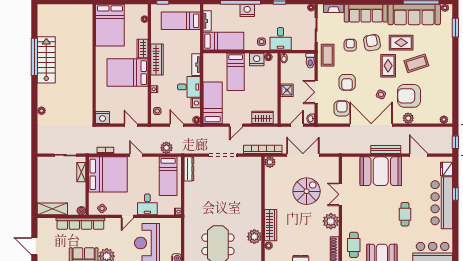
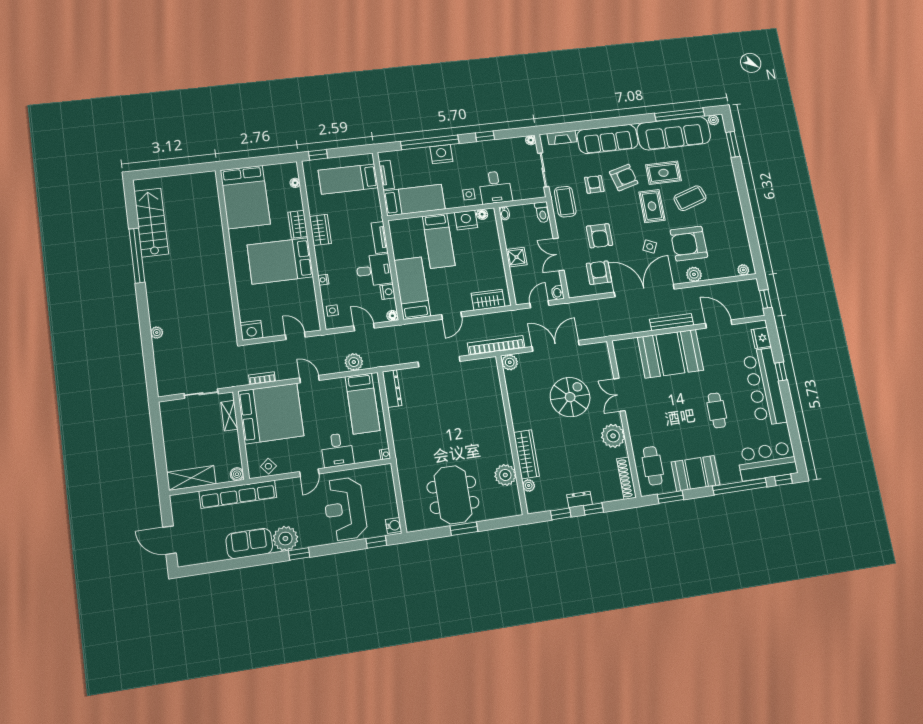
armchair: (372, 43) -> (624, 178), turned 85
stairs: (46, 60) -> (151, 223), moved
wardrobe: (157, 60) -> (320, 230), width x0.67

